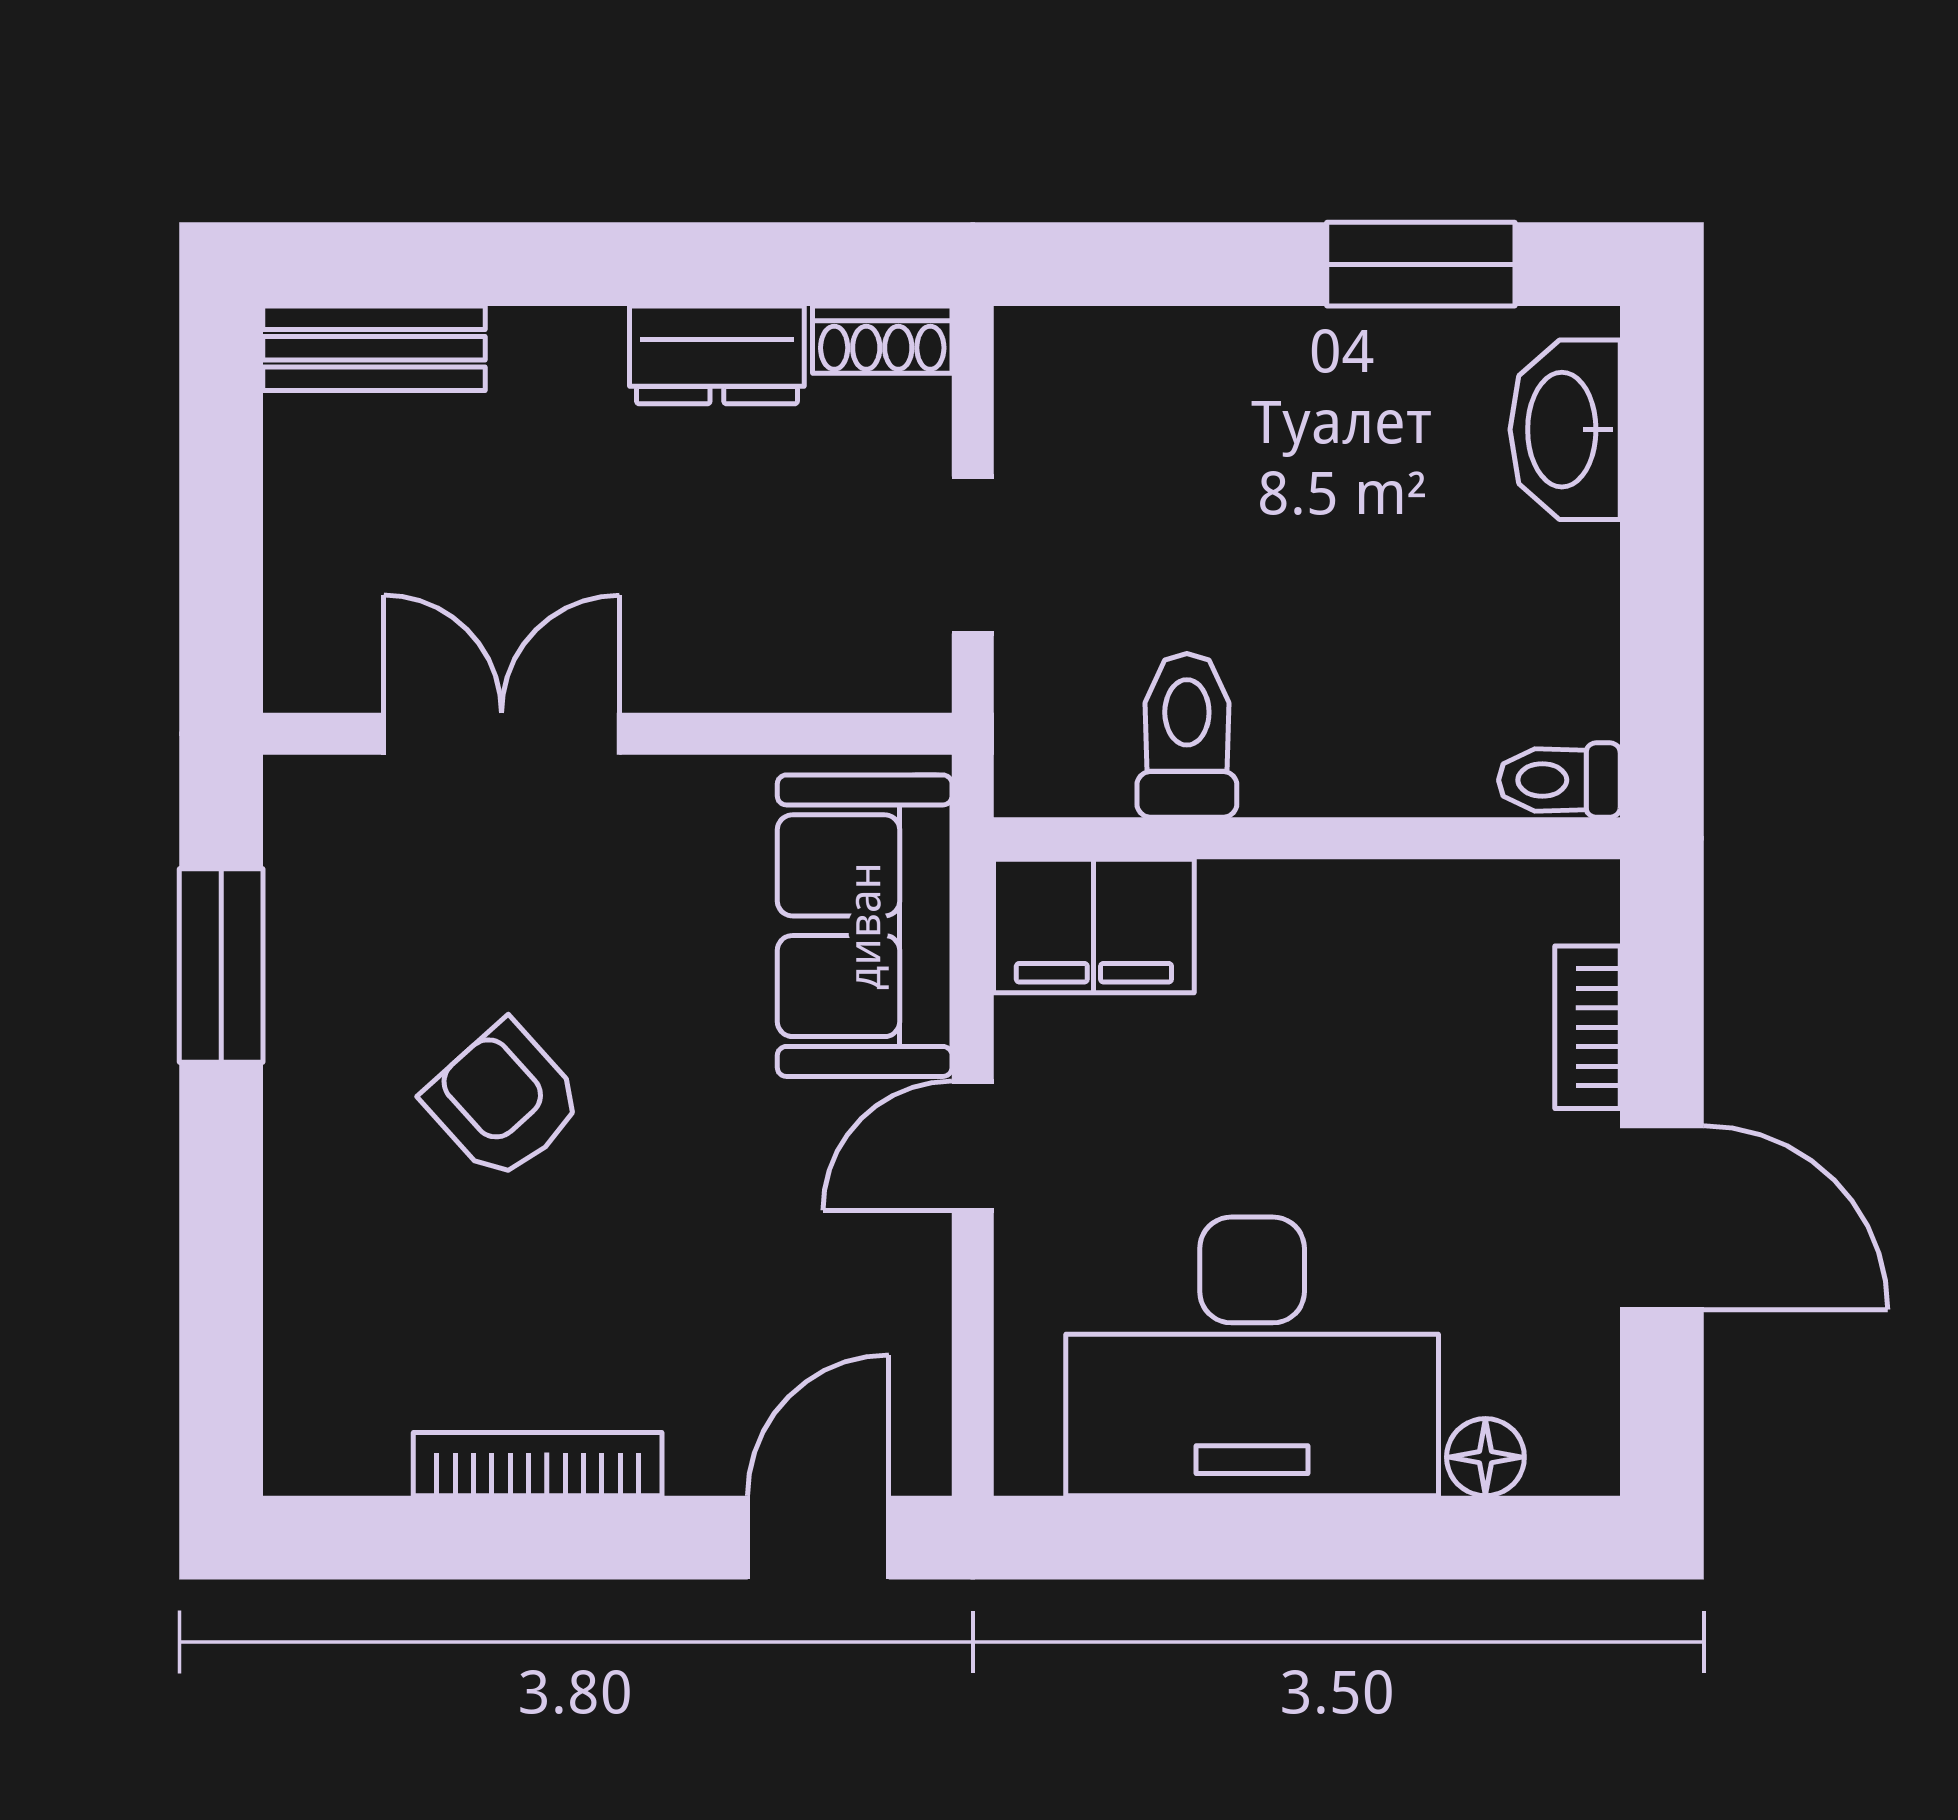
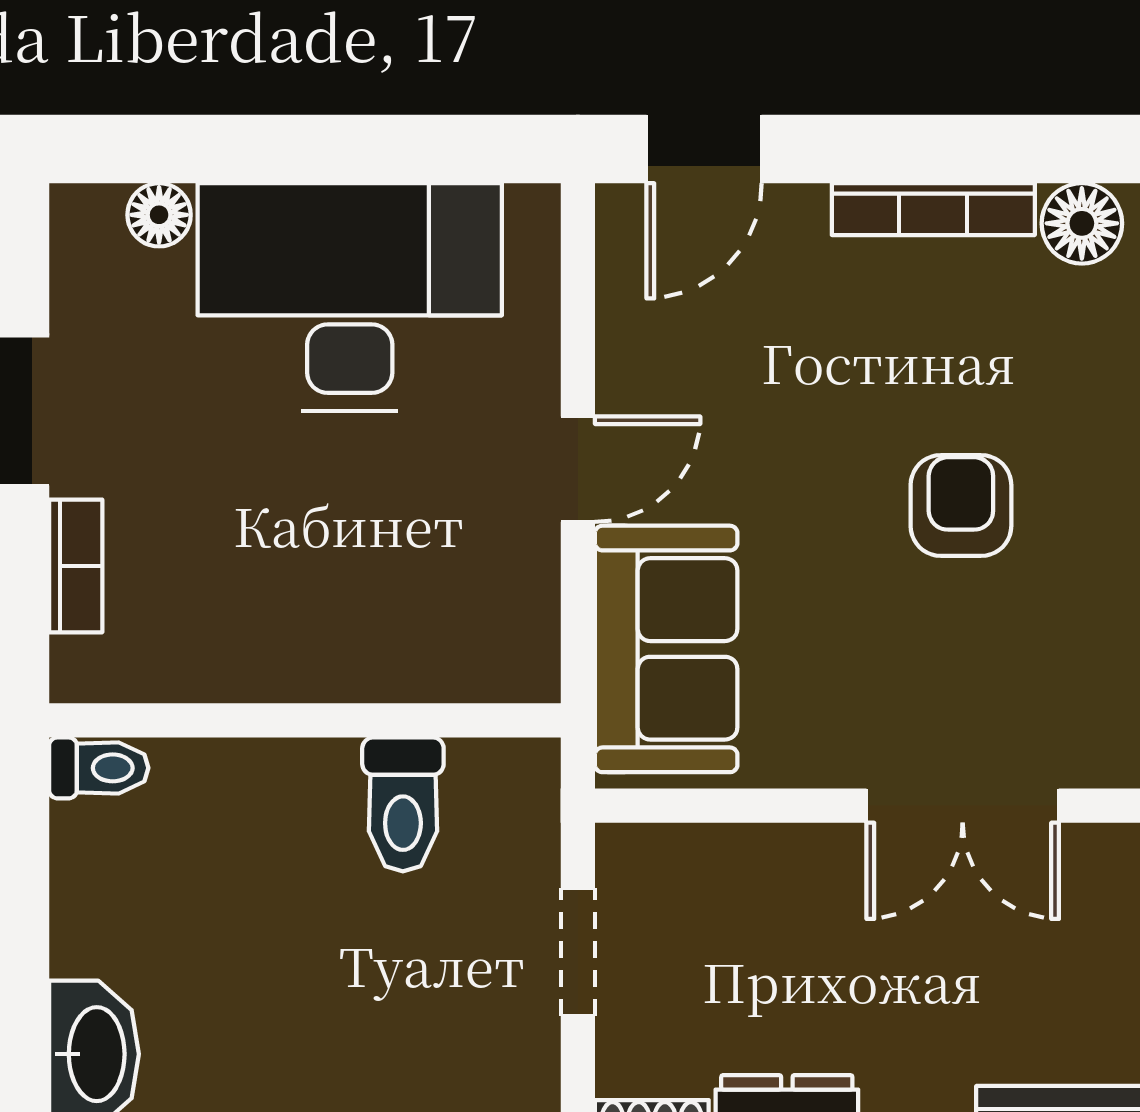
filing cabinet: (1094, 926) -> (479, 649), removed
armchair: (504, 1101) -> (961, 506), turned -138
floor lamp: (356, 1447) -> (1082, 223), added

